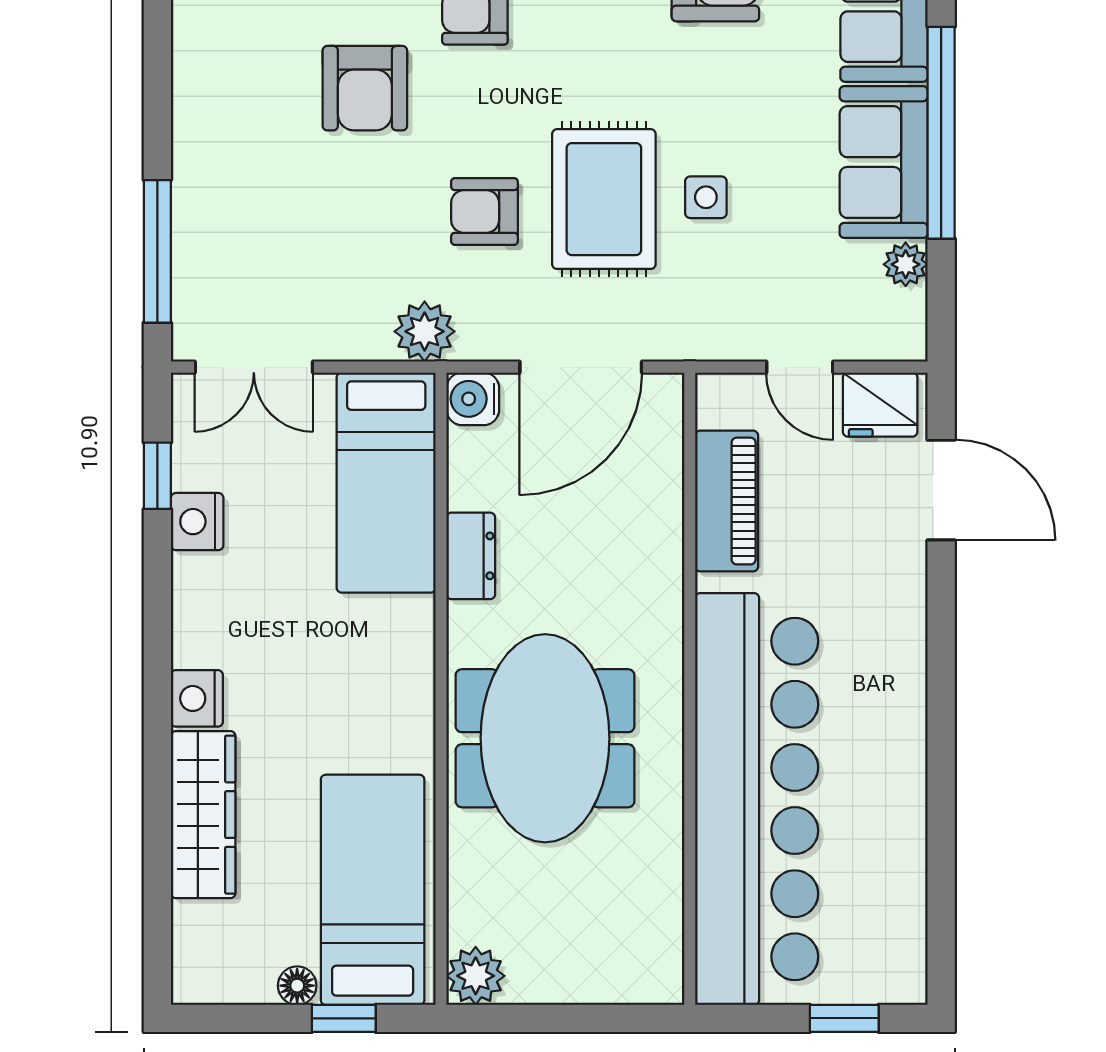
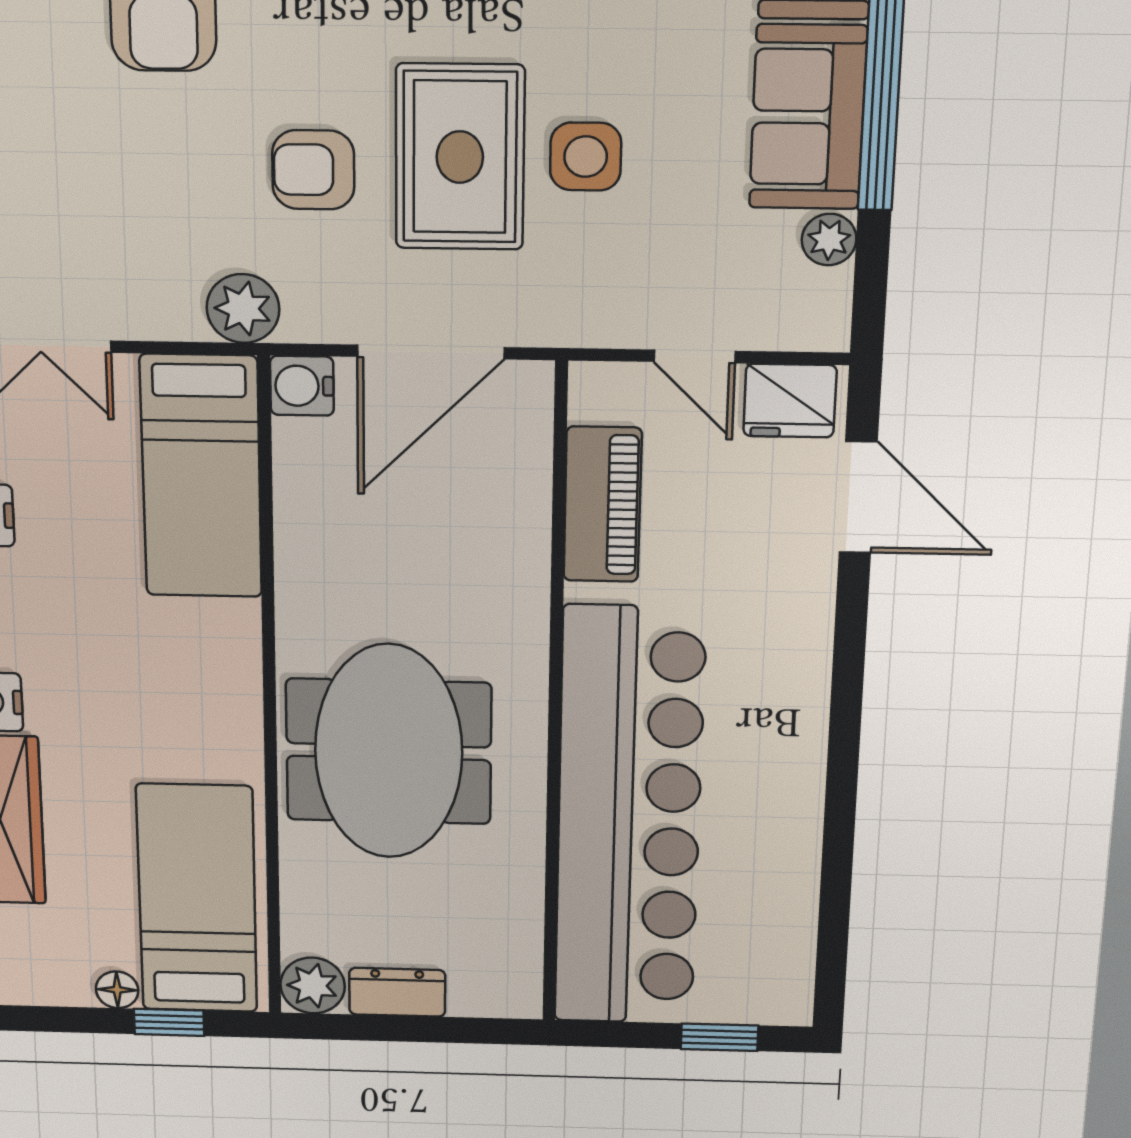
side table: (706, 197) -> (586, 157), width x1.37, depth x1.37
dresser: (471, 556) -> (397, 992), moved, turned -90

